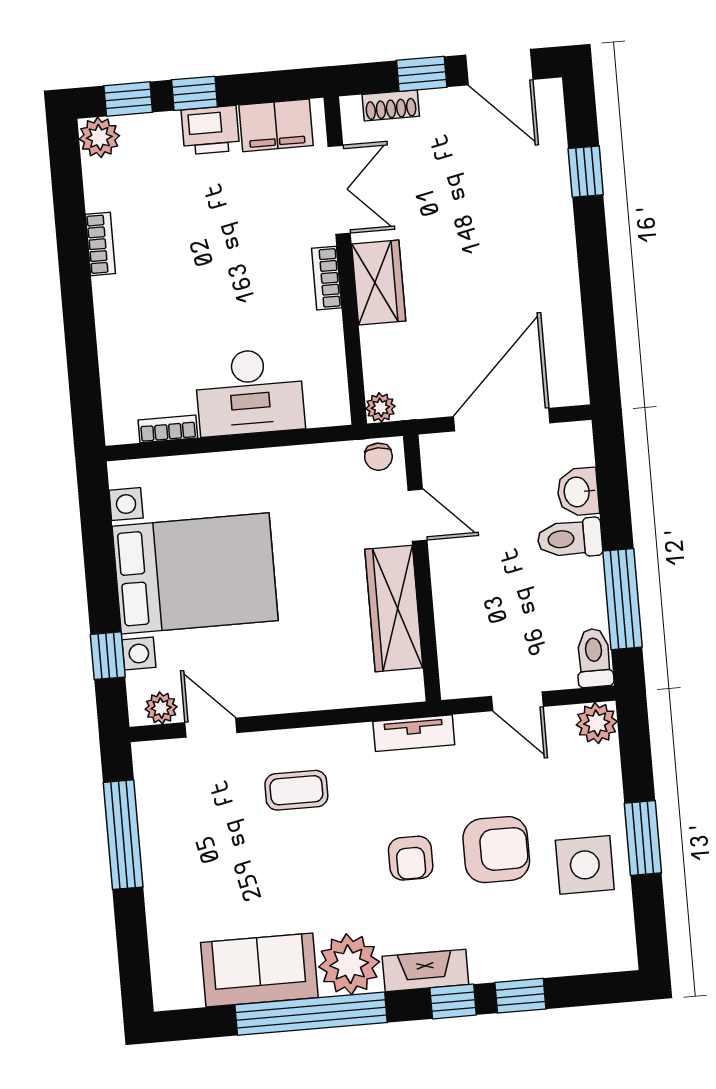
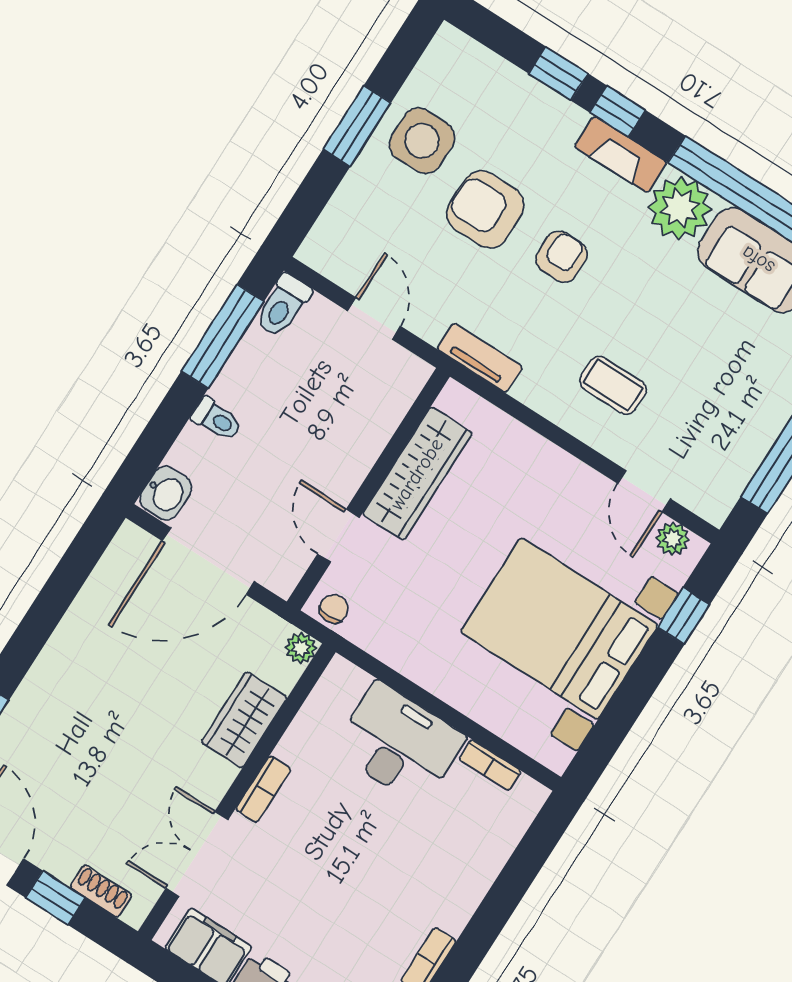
wardrobe: (379, 283) -> (244, 720), moved
washbasin: (578, 492) -> (166, 493), moved
toilet: (570, 538) -> (217, 419), width x0.73, depth x0.72
plant: (597, 723) -> (322, 250), removed

